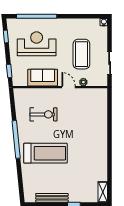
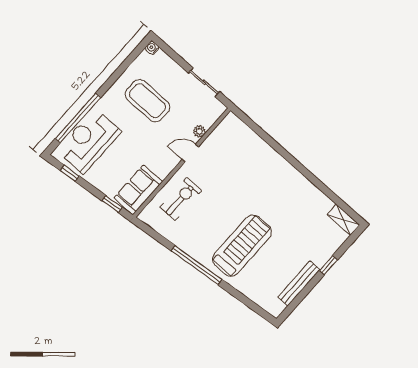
reception desk: (37, 44) -> (89, 141), moved
coffee table: (81, 54) -> (147, 101), moved
sofa: (43, 78) -> (138, 190), moved
exercise bike: (44, 114) -> (181, 199), moved

